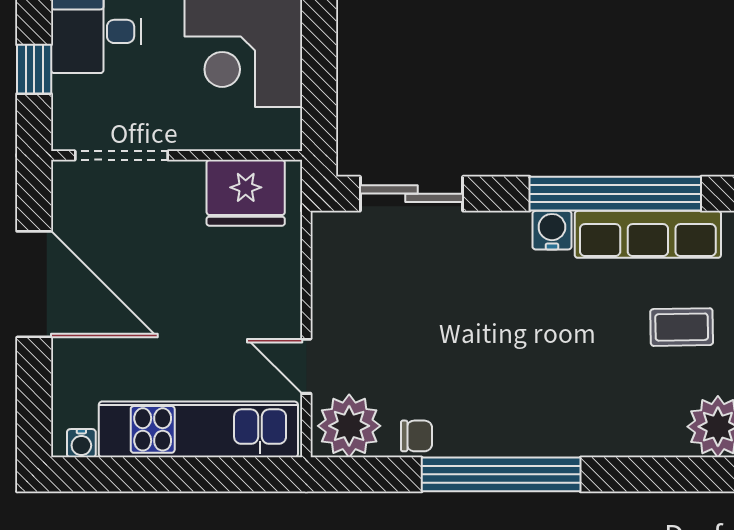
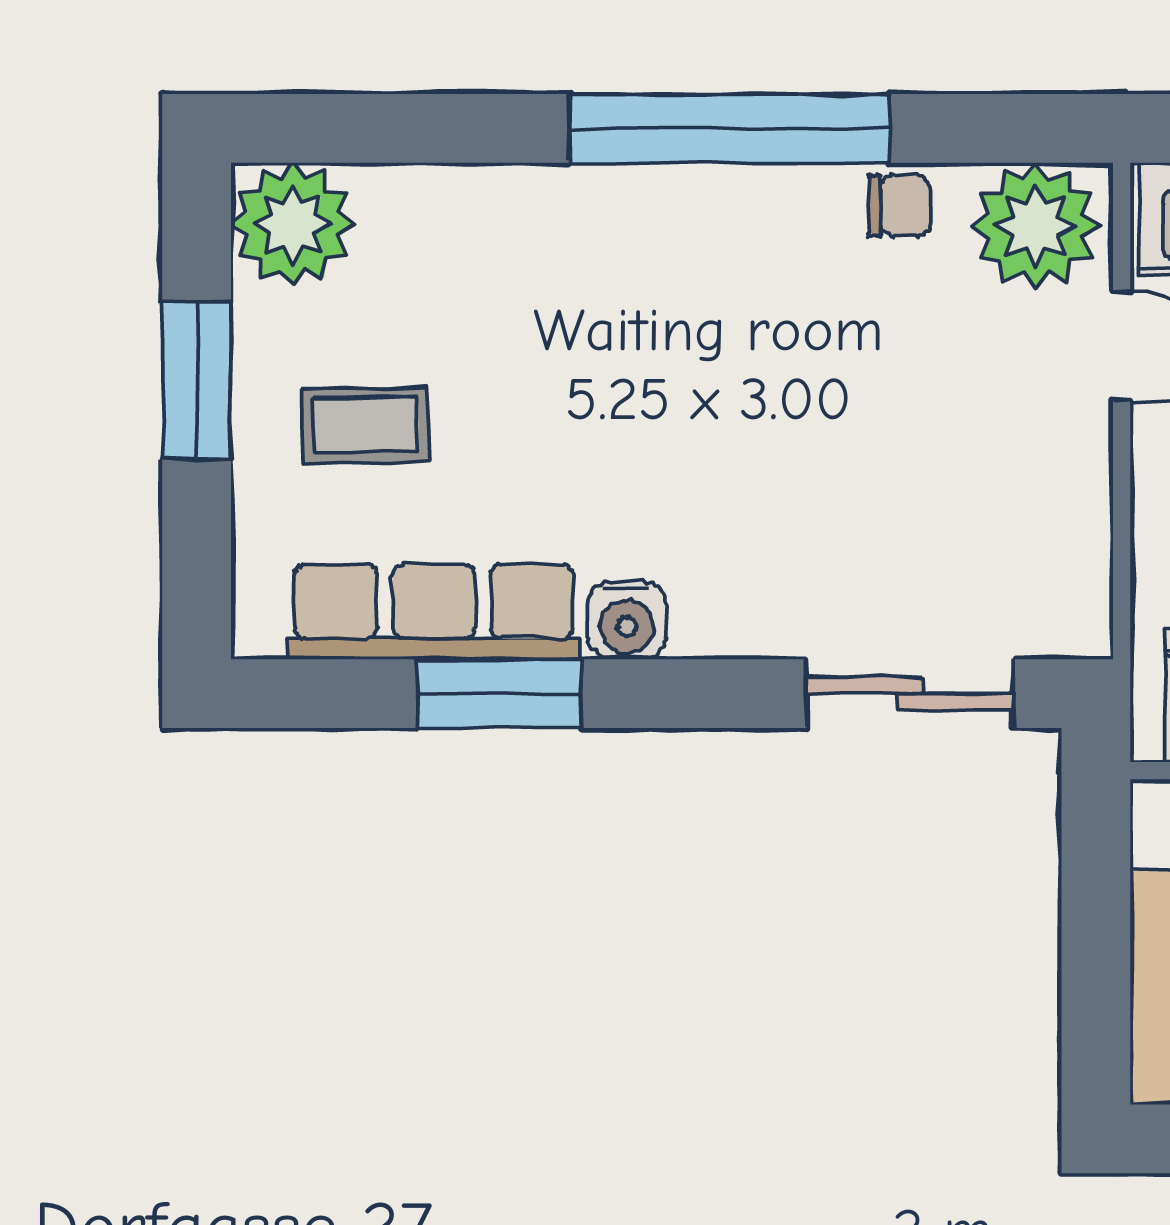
window: (615, 194) -> (499, 694), width x0.47
chair: (417, 436) -> (900, 206), turned 180

